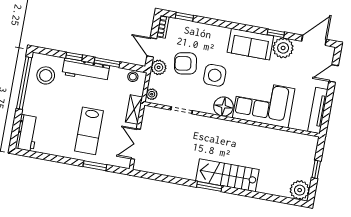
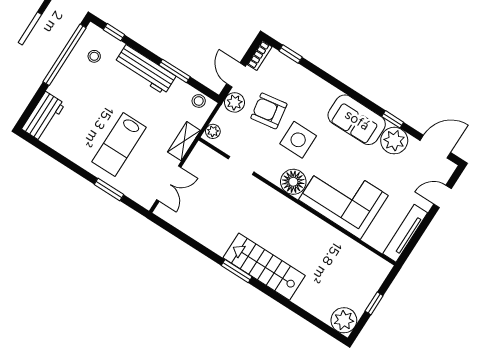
window: (74, 56) -> (114, 32), moved
stool: (46, 75) -> (94, 56), width x0.53, depth x0.53
double door: (136, 144) -> (169, 184), swing flipped

